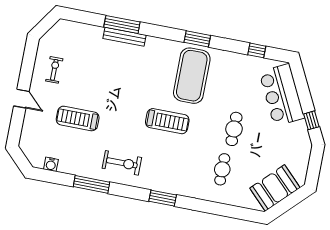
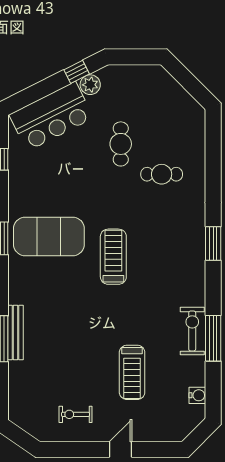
cafe table: (234, 129) -> (121, 144), moved, turned 90
plant: (300, 129) -> (90, 85), added
exercise bike: (122, 163) -> (192, 331), moved
booth: (275, 188) -> (172, 102), removed

